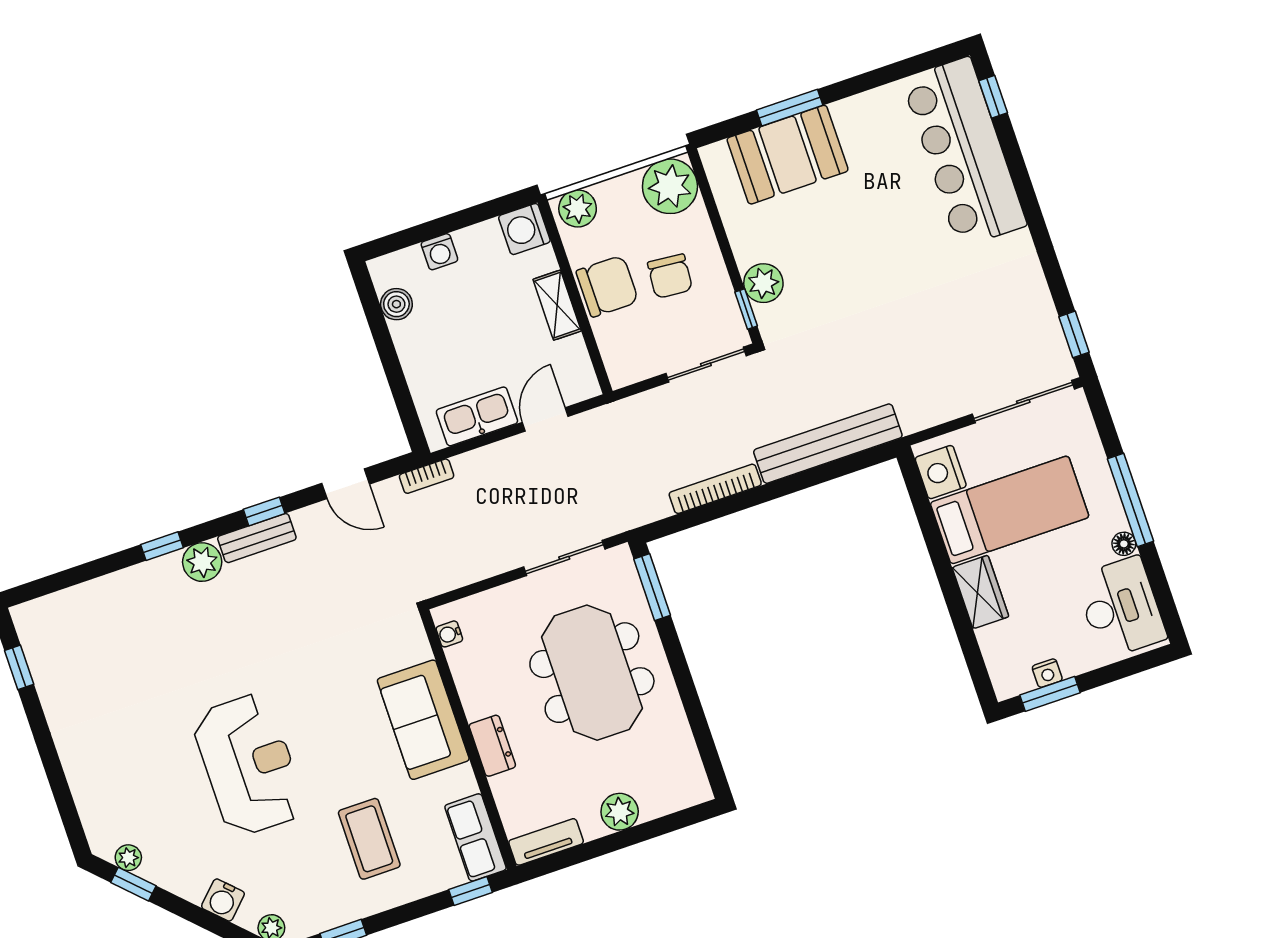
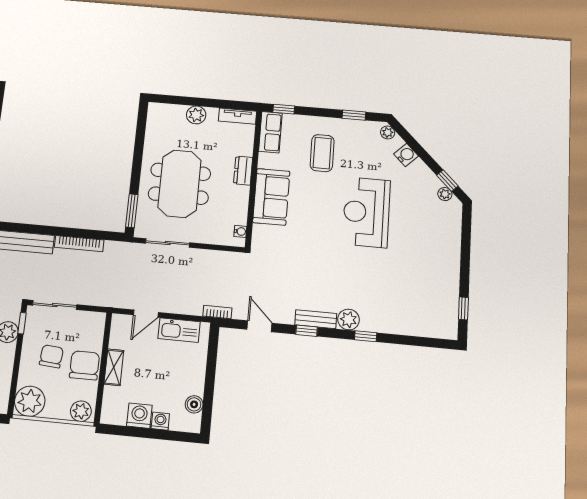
washing machine: (524, 229) -> (139, 416), moved, turned -90
chair: (607, 286) -> (85, 365), turned 90

